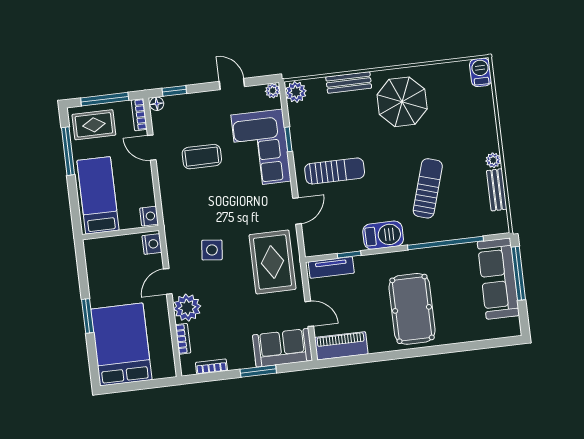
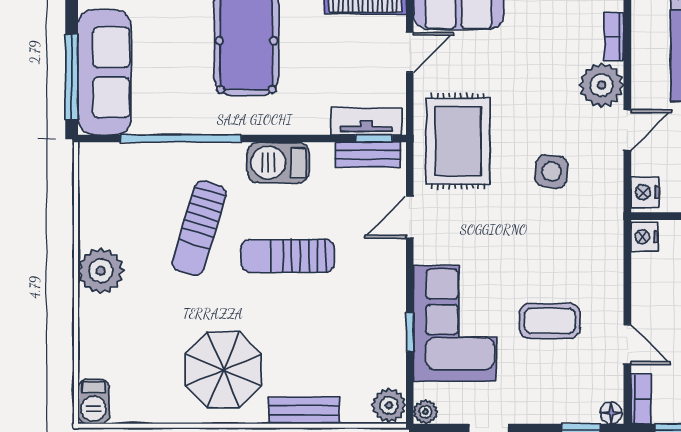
plant: (493, 160) -> (101, 271), width x1.88, depth x1.88
sun lounger: (335, 171) -> (288, 256), moved
bench: (497, 190) -> (368, 155), moved, turned 90
window: (349, 254) -> (374, 139), moved
door: (309, 314) -> (410, 52), swing flipped

